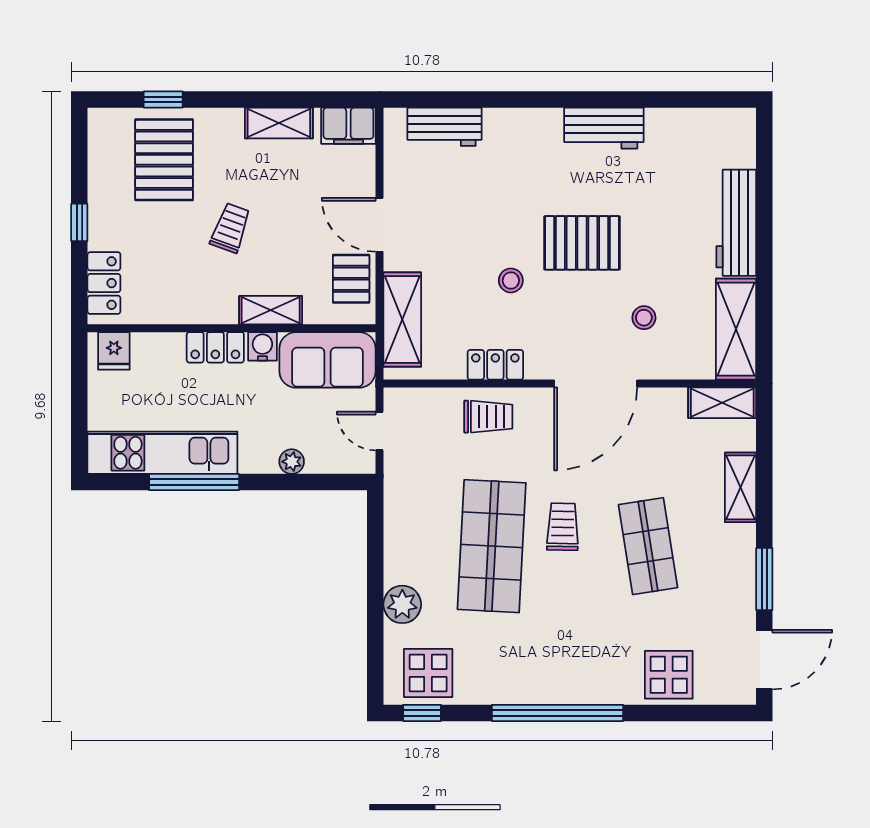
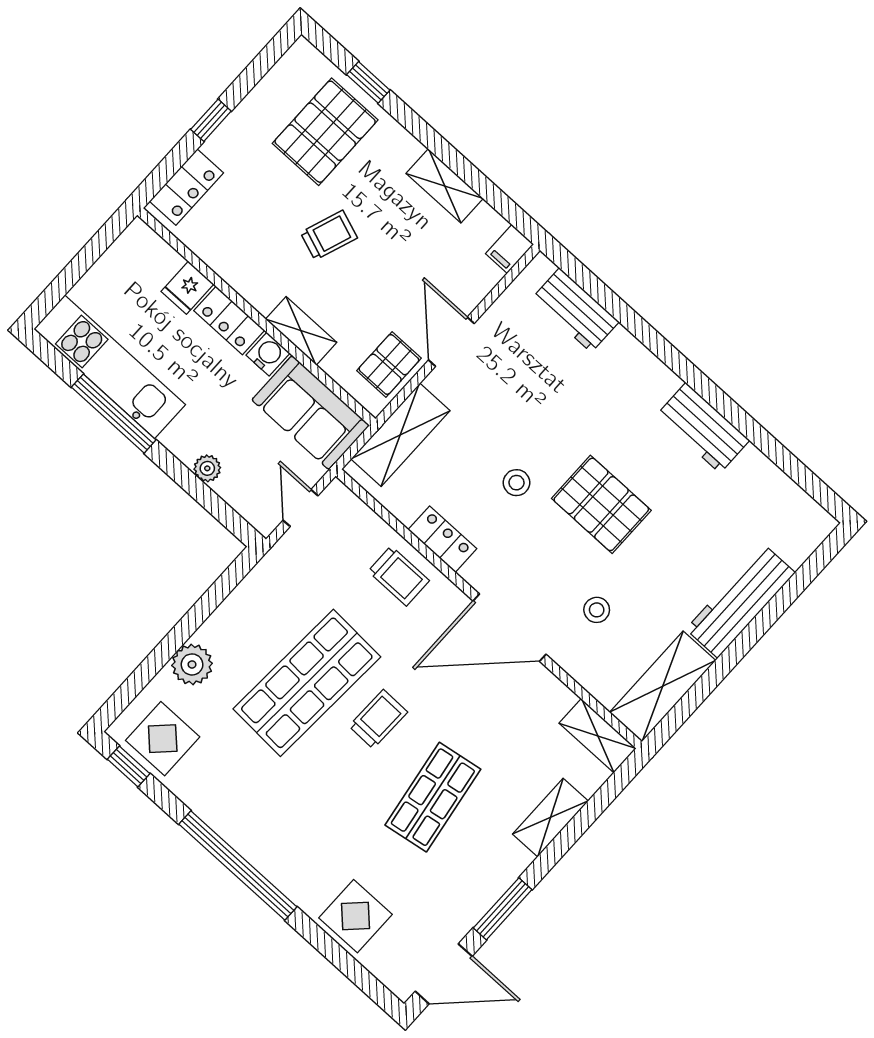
filing cabinet: (348, 126) -> (510, 249), width x0.50
fridge: (114, 351) -> (187, 288), moved

